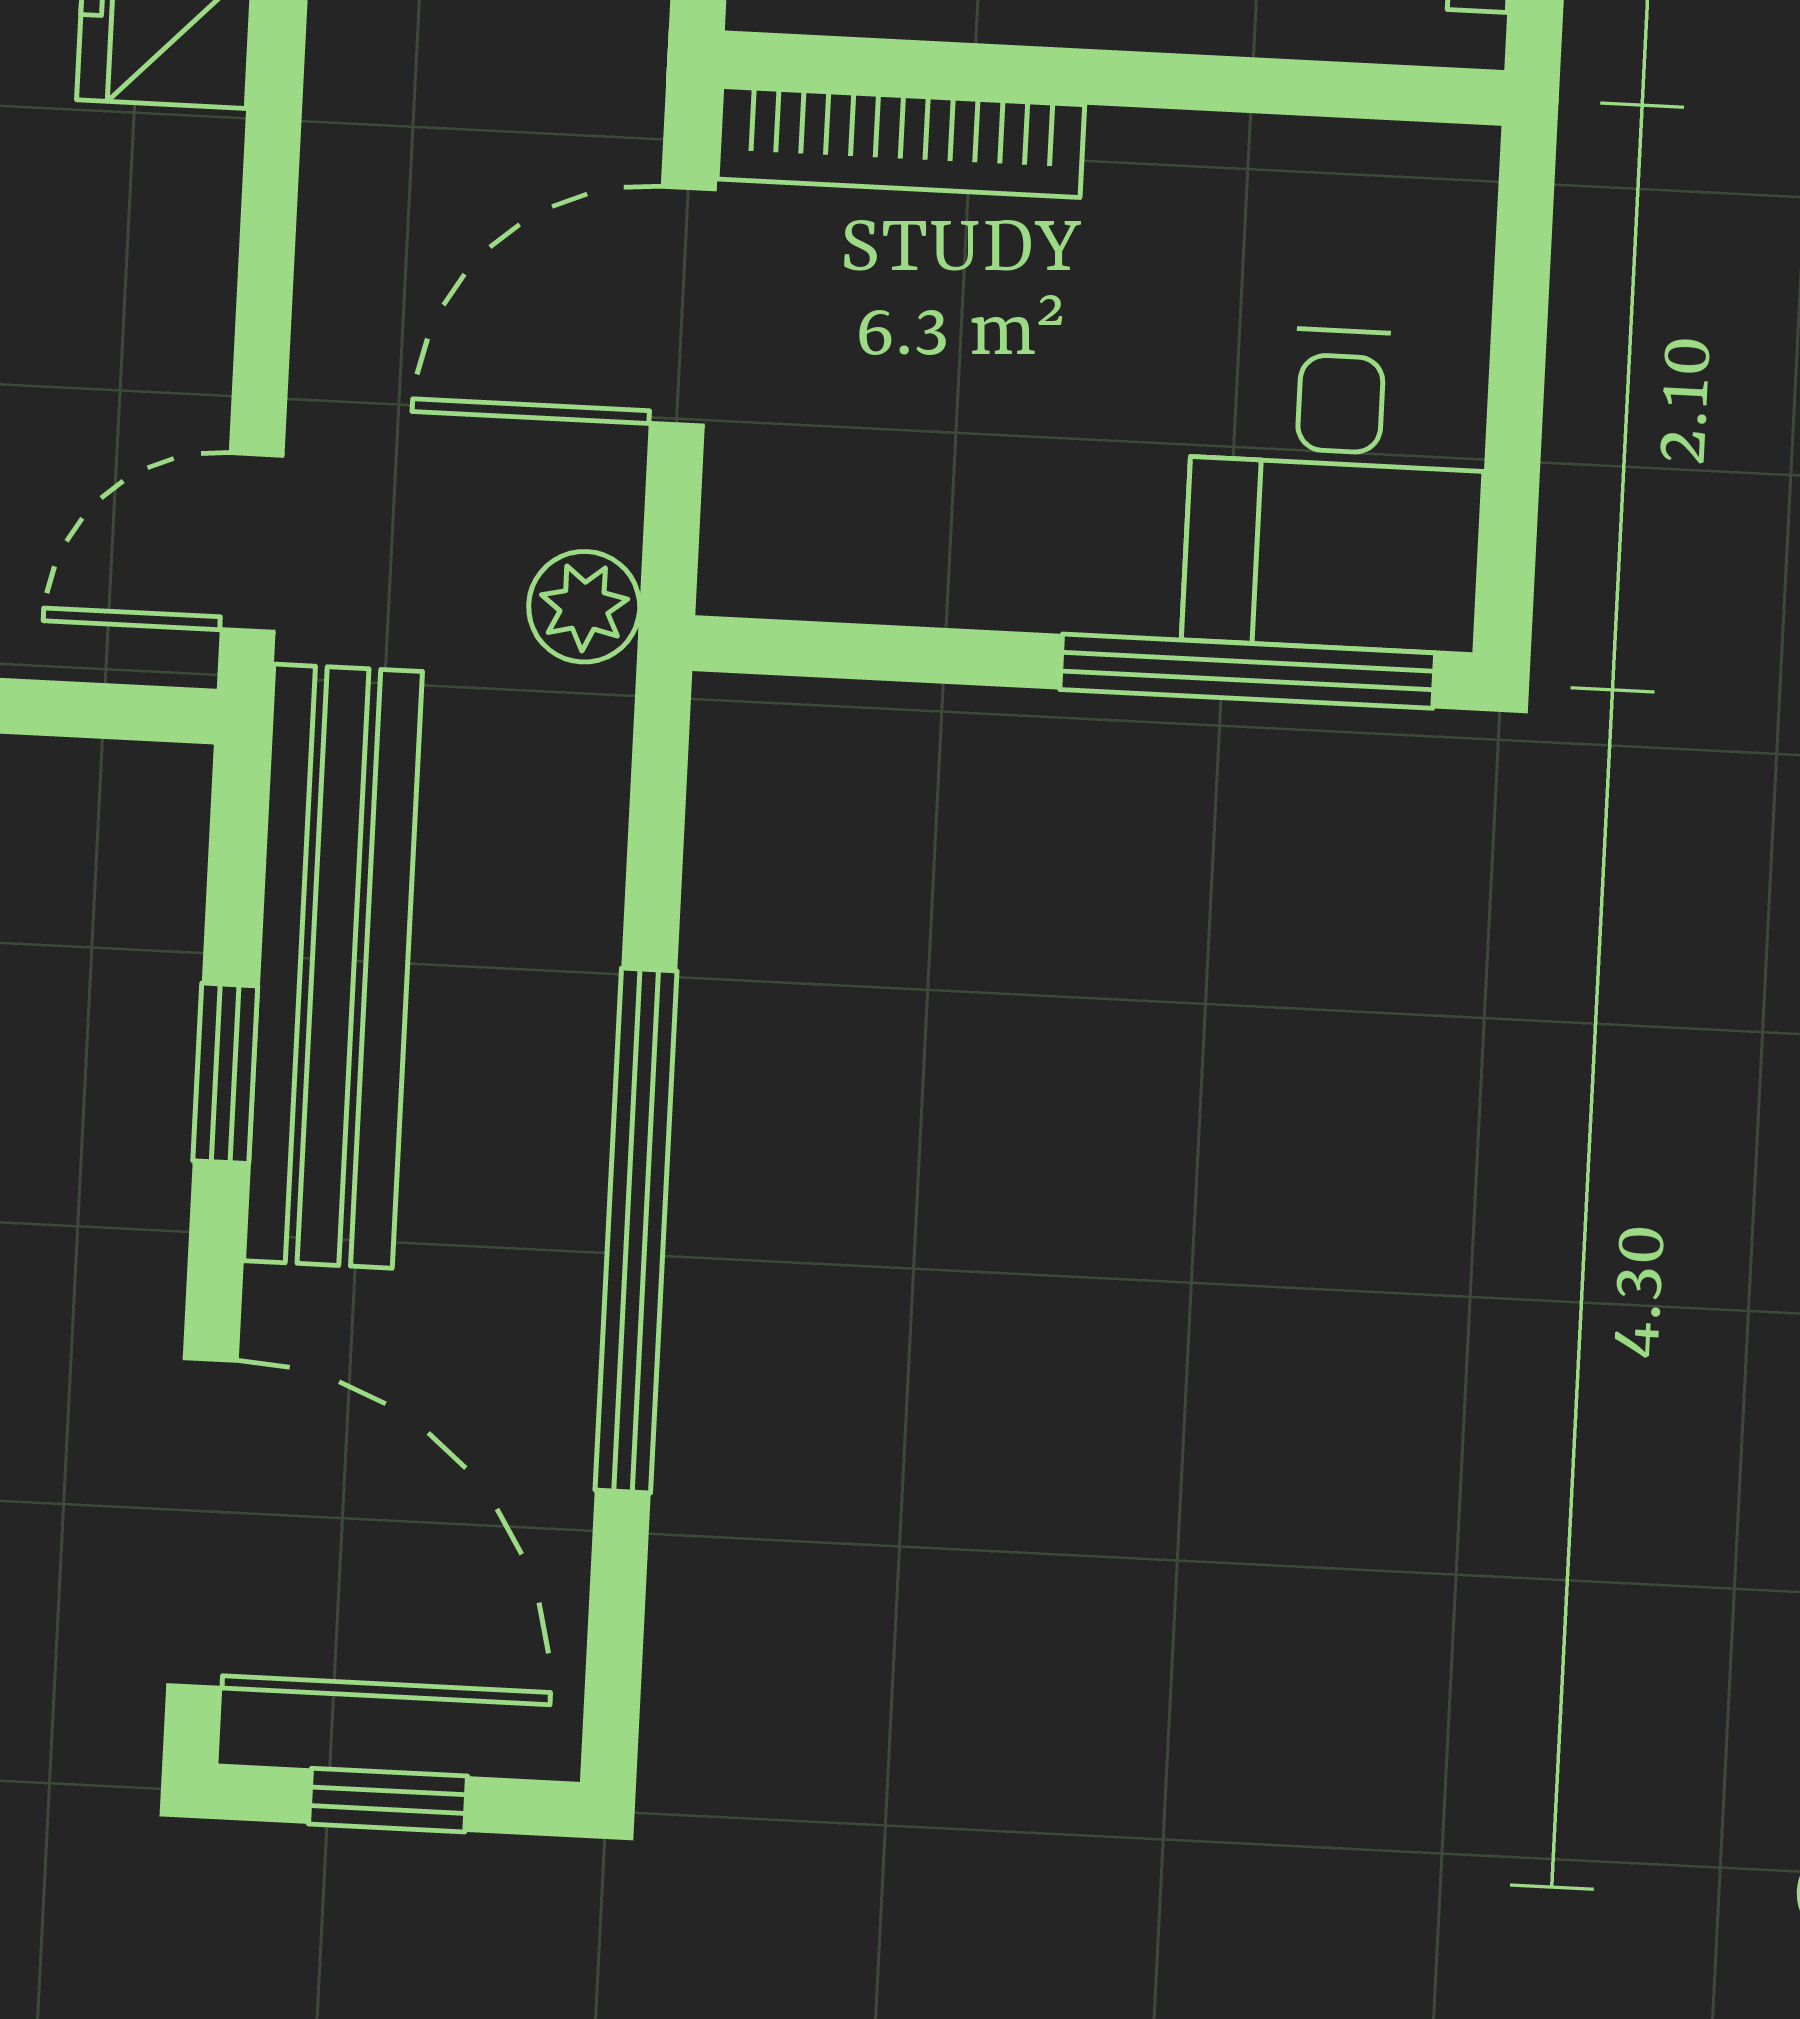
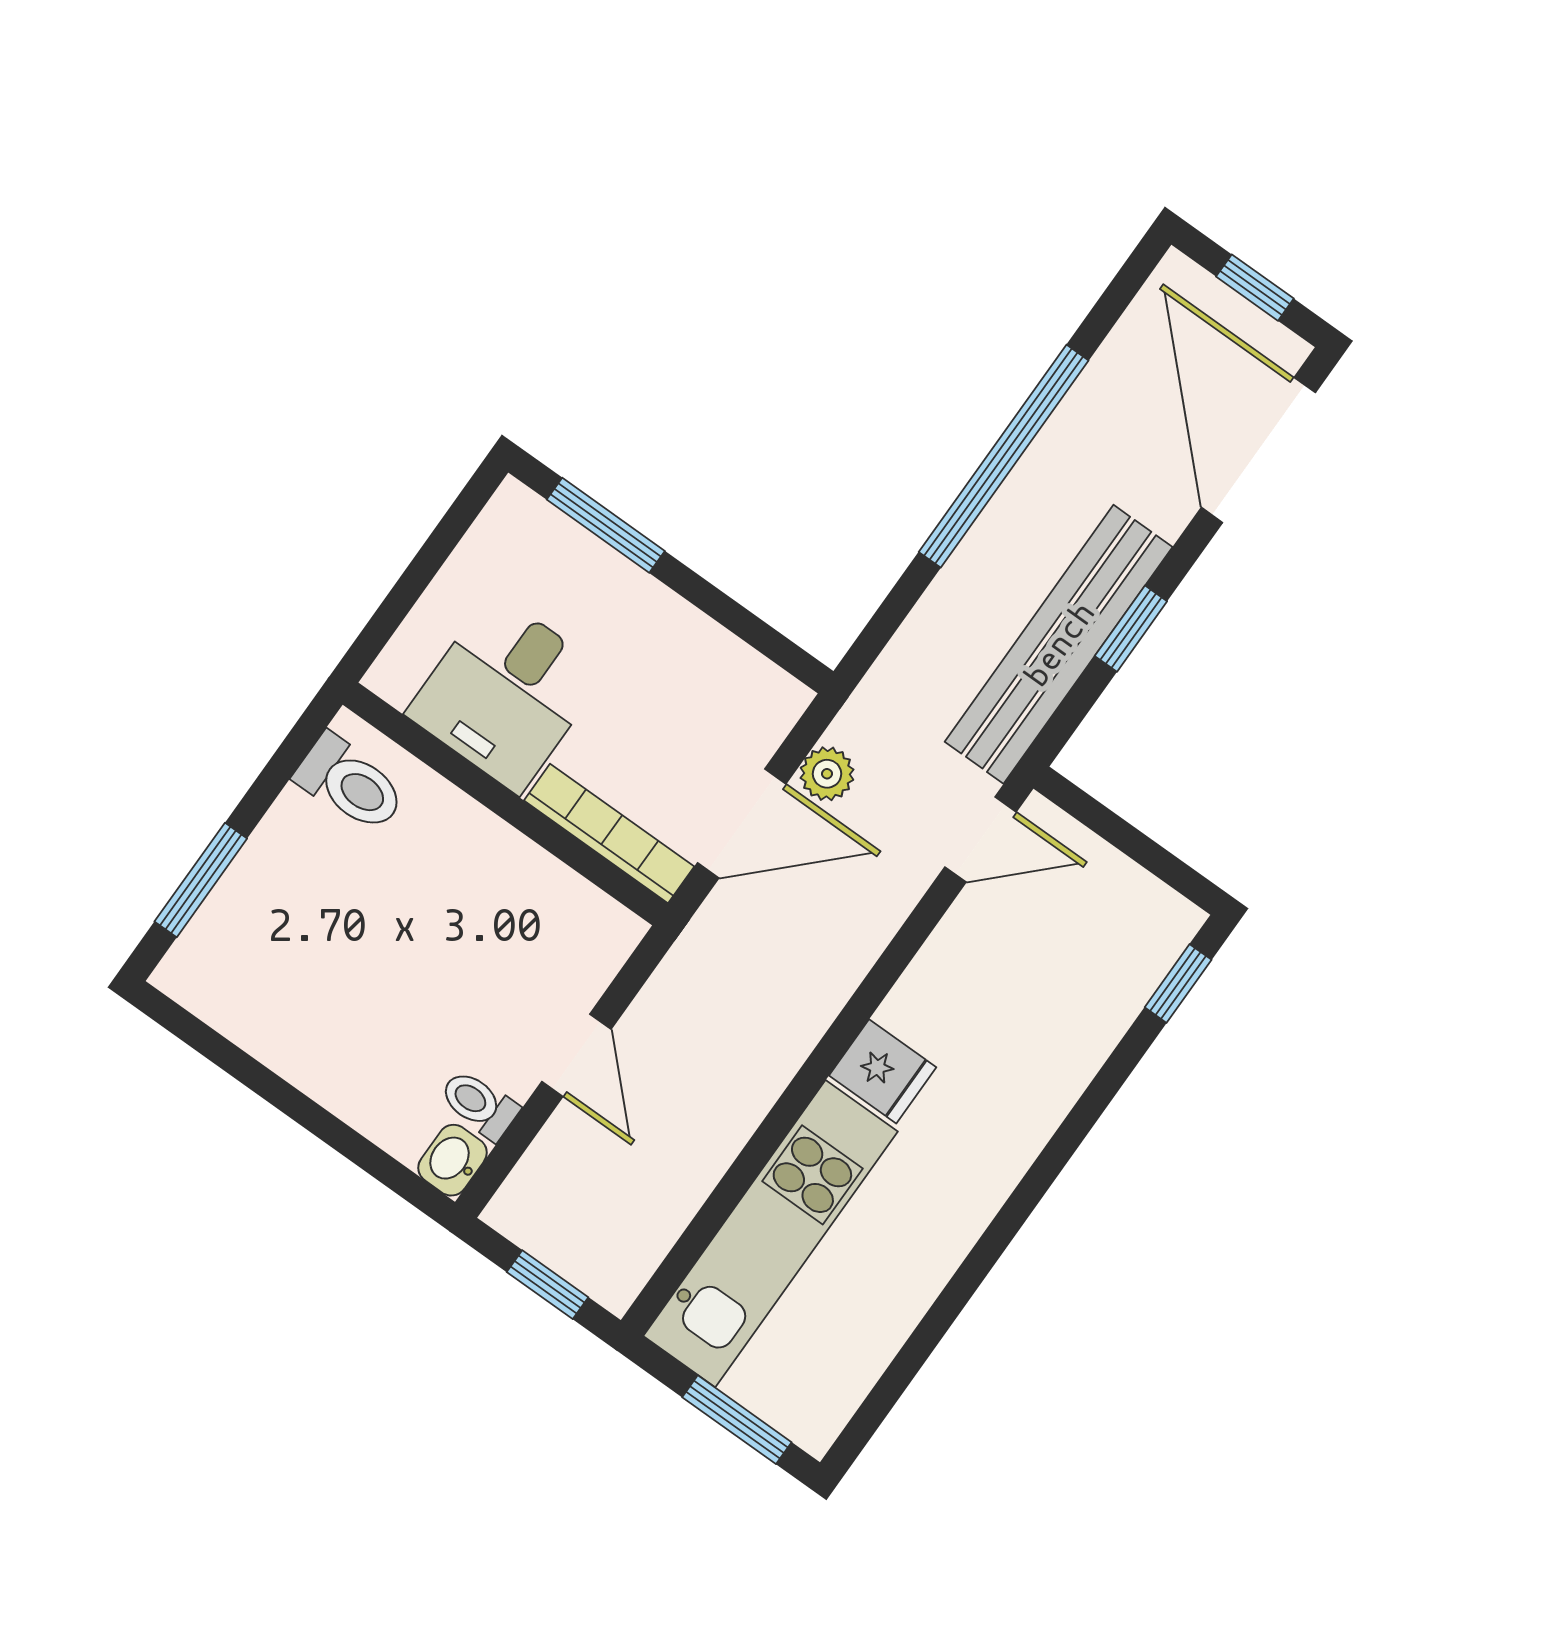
desk: (1336, 489) -> (506, 693), moved, turned 180
plant: (584, 607) -> (827, 774), moved
window: (1248, 671) -> (606, 525), width x0.69

